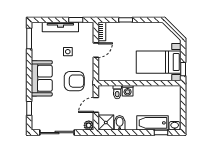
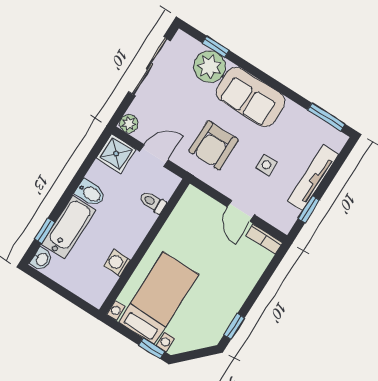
window: (126, 20) -> (234, 326), moved
window: (183, 69) -> (152, 348), moved
washing machine: (128, 91) -> (117, 263), moved
plant: (40, 105) -> (210, 67), added
door: (96, 105) -> (154, 156), hinge flipped
bidet: (120, 123) -> (90, 193), moved

